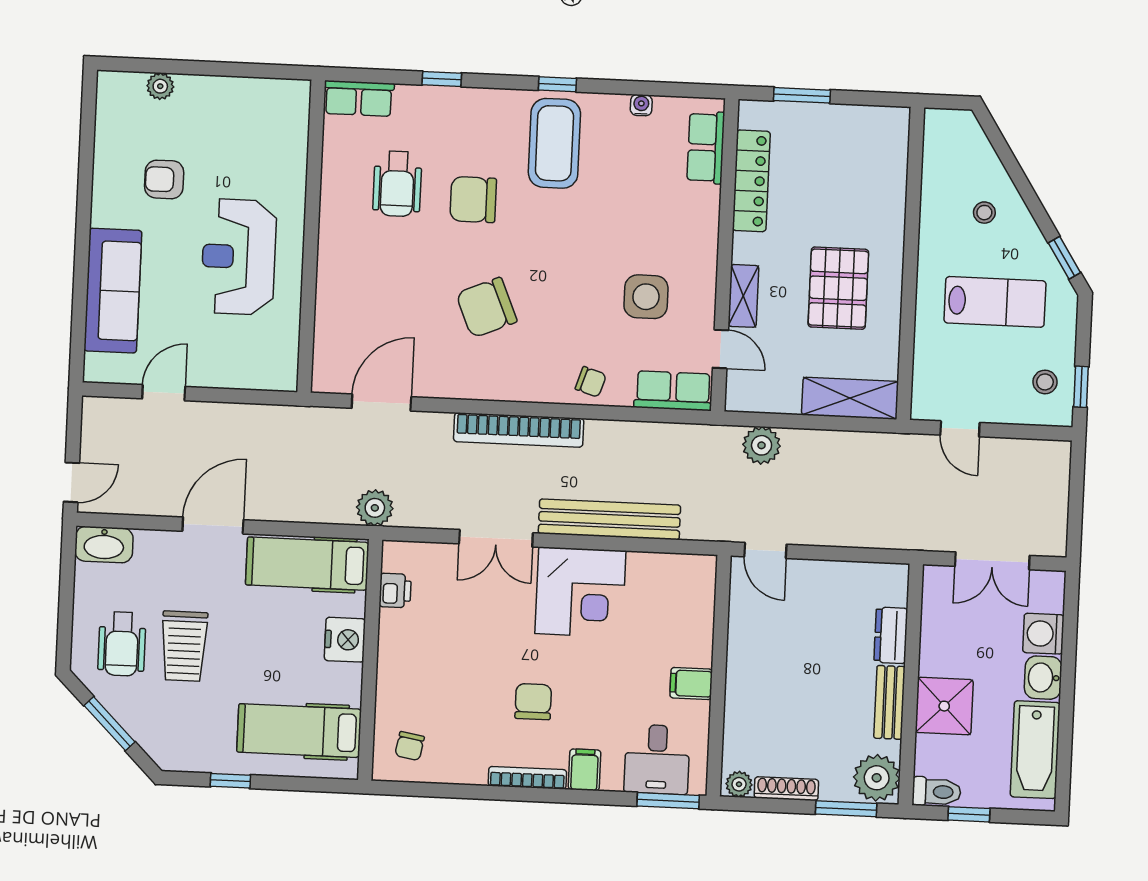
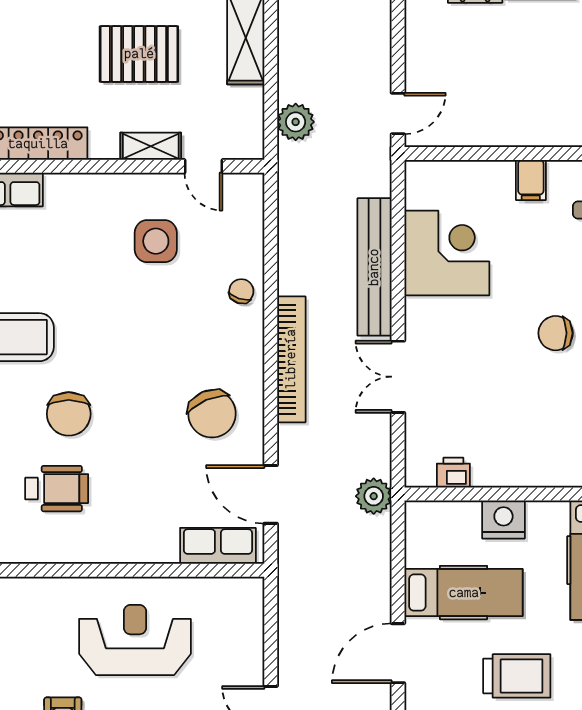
reception desk: (239, 257) -> (135, 640), turned 180
chair: (486, 308) -> (212, 414), moved
door: (720, 349) -> (203, 166), swing flipped
row of seats: (673, 391) -> (218, 546), moved, turned 90
door: (213, 525) -> (398, 653), hinge flipped
double door: (496, 538) -> (398, 377), swing flipped
hospital bed: (307, 564) -> (464, 593), moved, turned -90
corner desk: (580, 592) -> (447, 253), moved

